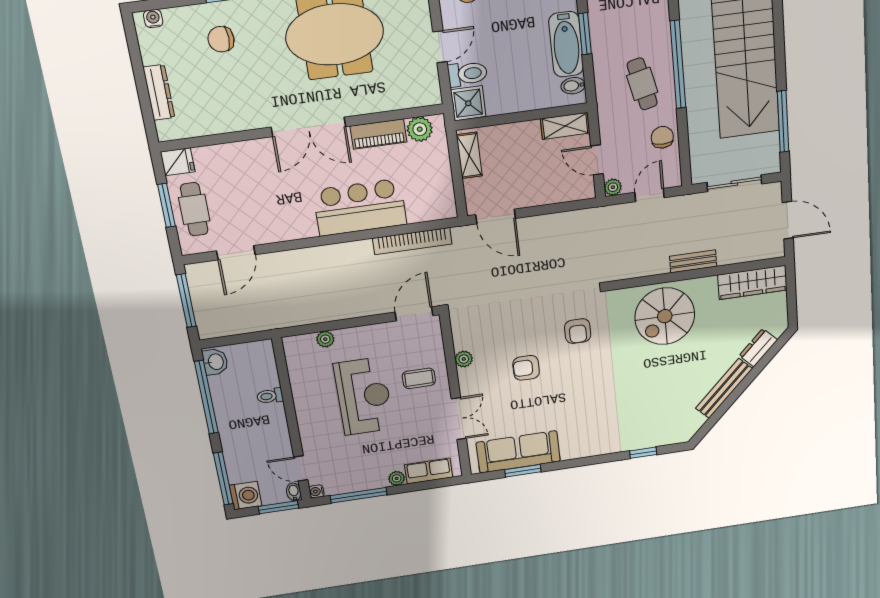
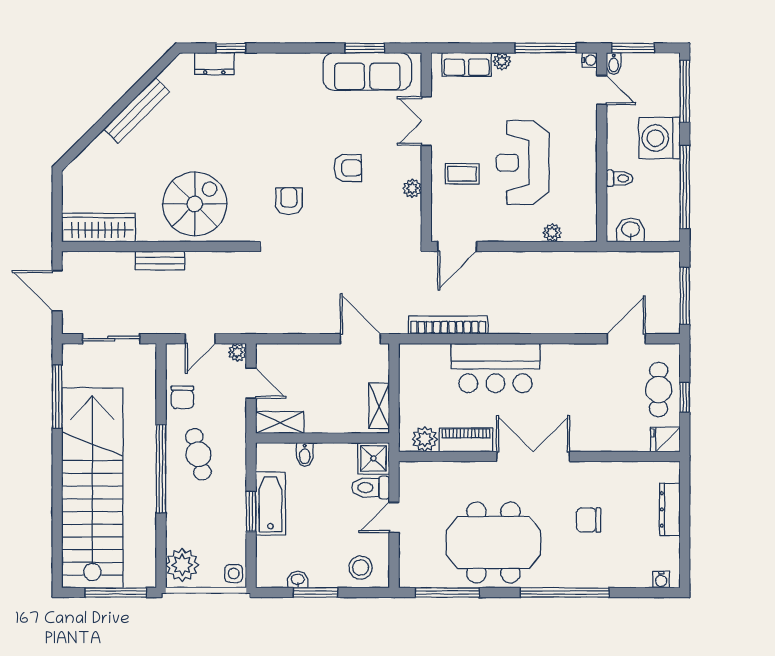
chair: (221, 39) -> (589, 520), moved, turned 180
bidet: (573, 86) -> (305, 455), moved, turned 90
window: (166, 205) -> (685, 397), width x0.67
dresser: (758, 348) -> (214, 64), moved, turned 45
washbasin: (215, 362) -> (631, 230), moved, turned 90
washing machine: (246, 496) -> (659, 138), moved, width x1.37, depth x1.37

